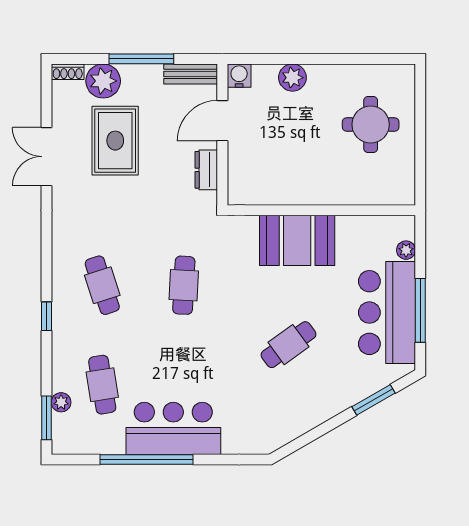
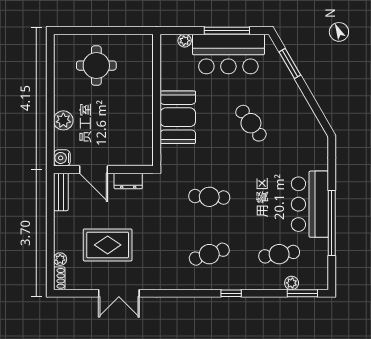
window: (141, 59) -> (50, 227), removed
plant: (103, 81) -> (60, 259), width x0.53, depth x0.53

